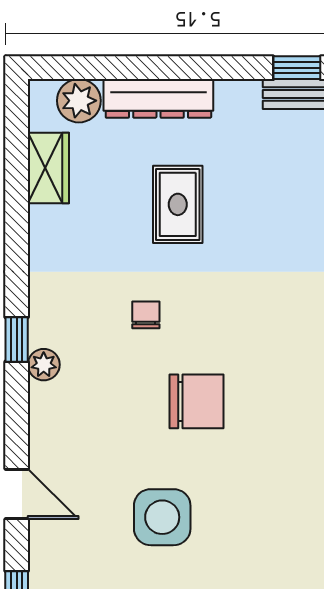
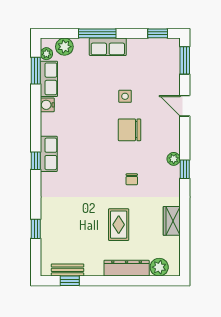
wardrobe: (48, 168) -> (172, 221), moved
chair: (197, 401) -> (130, 130), moved
side table: (162, 517) -> (125, 96), width x0.54, depth x0.54

